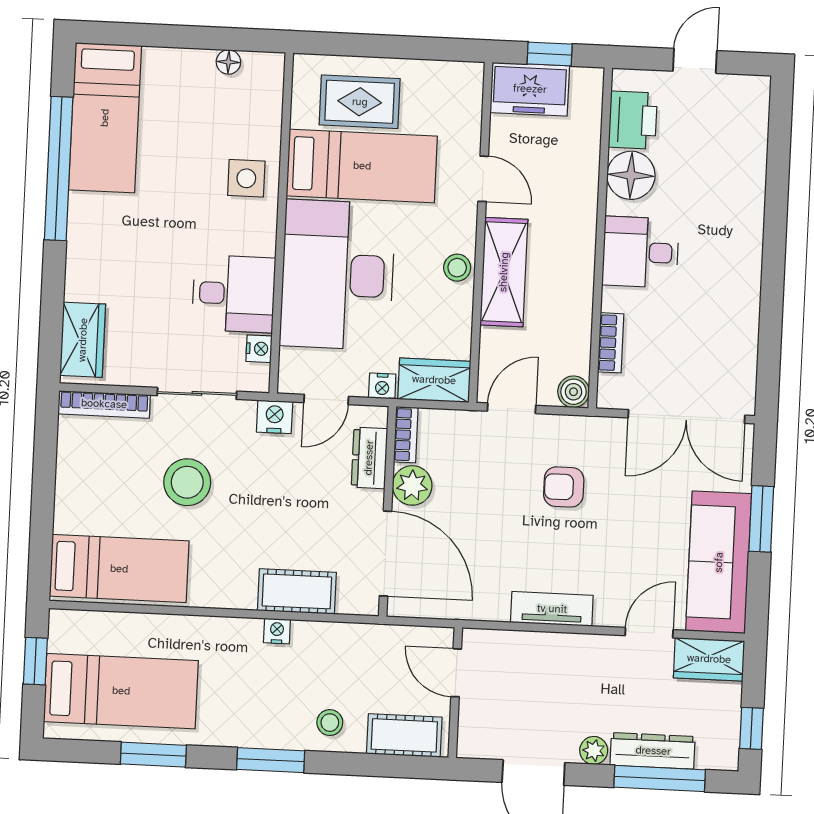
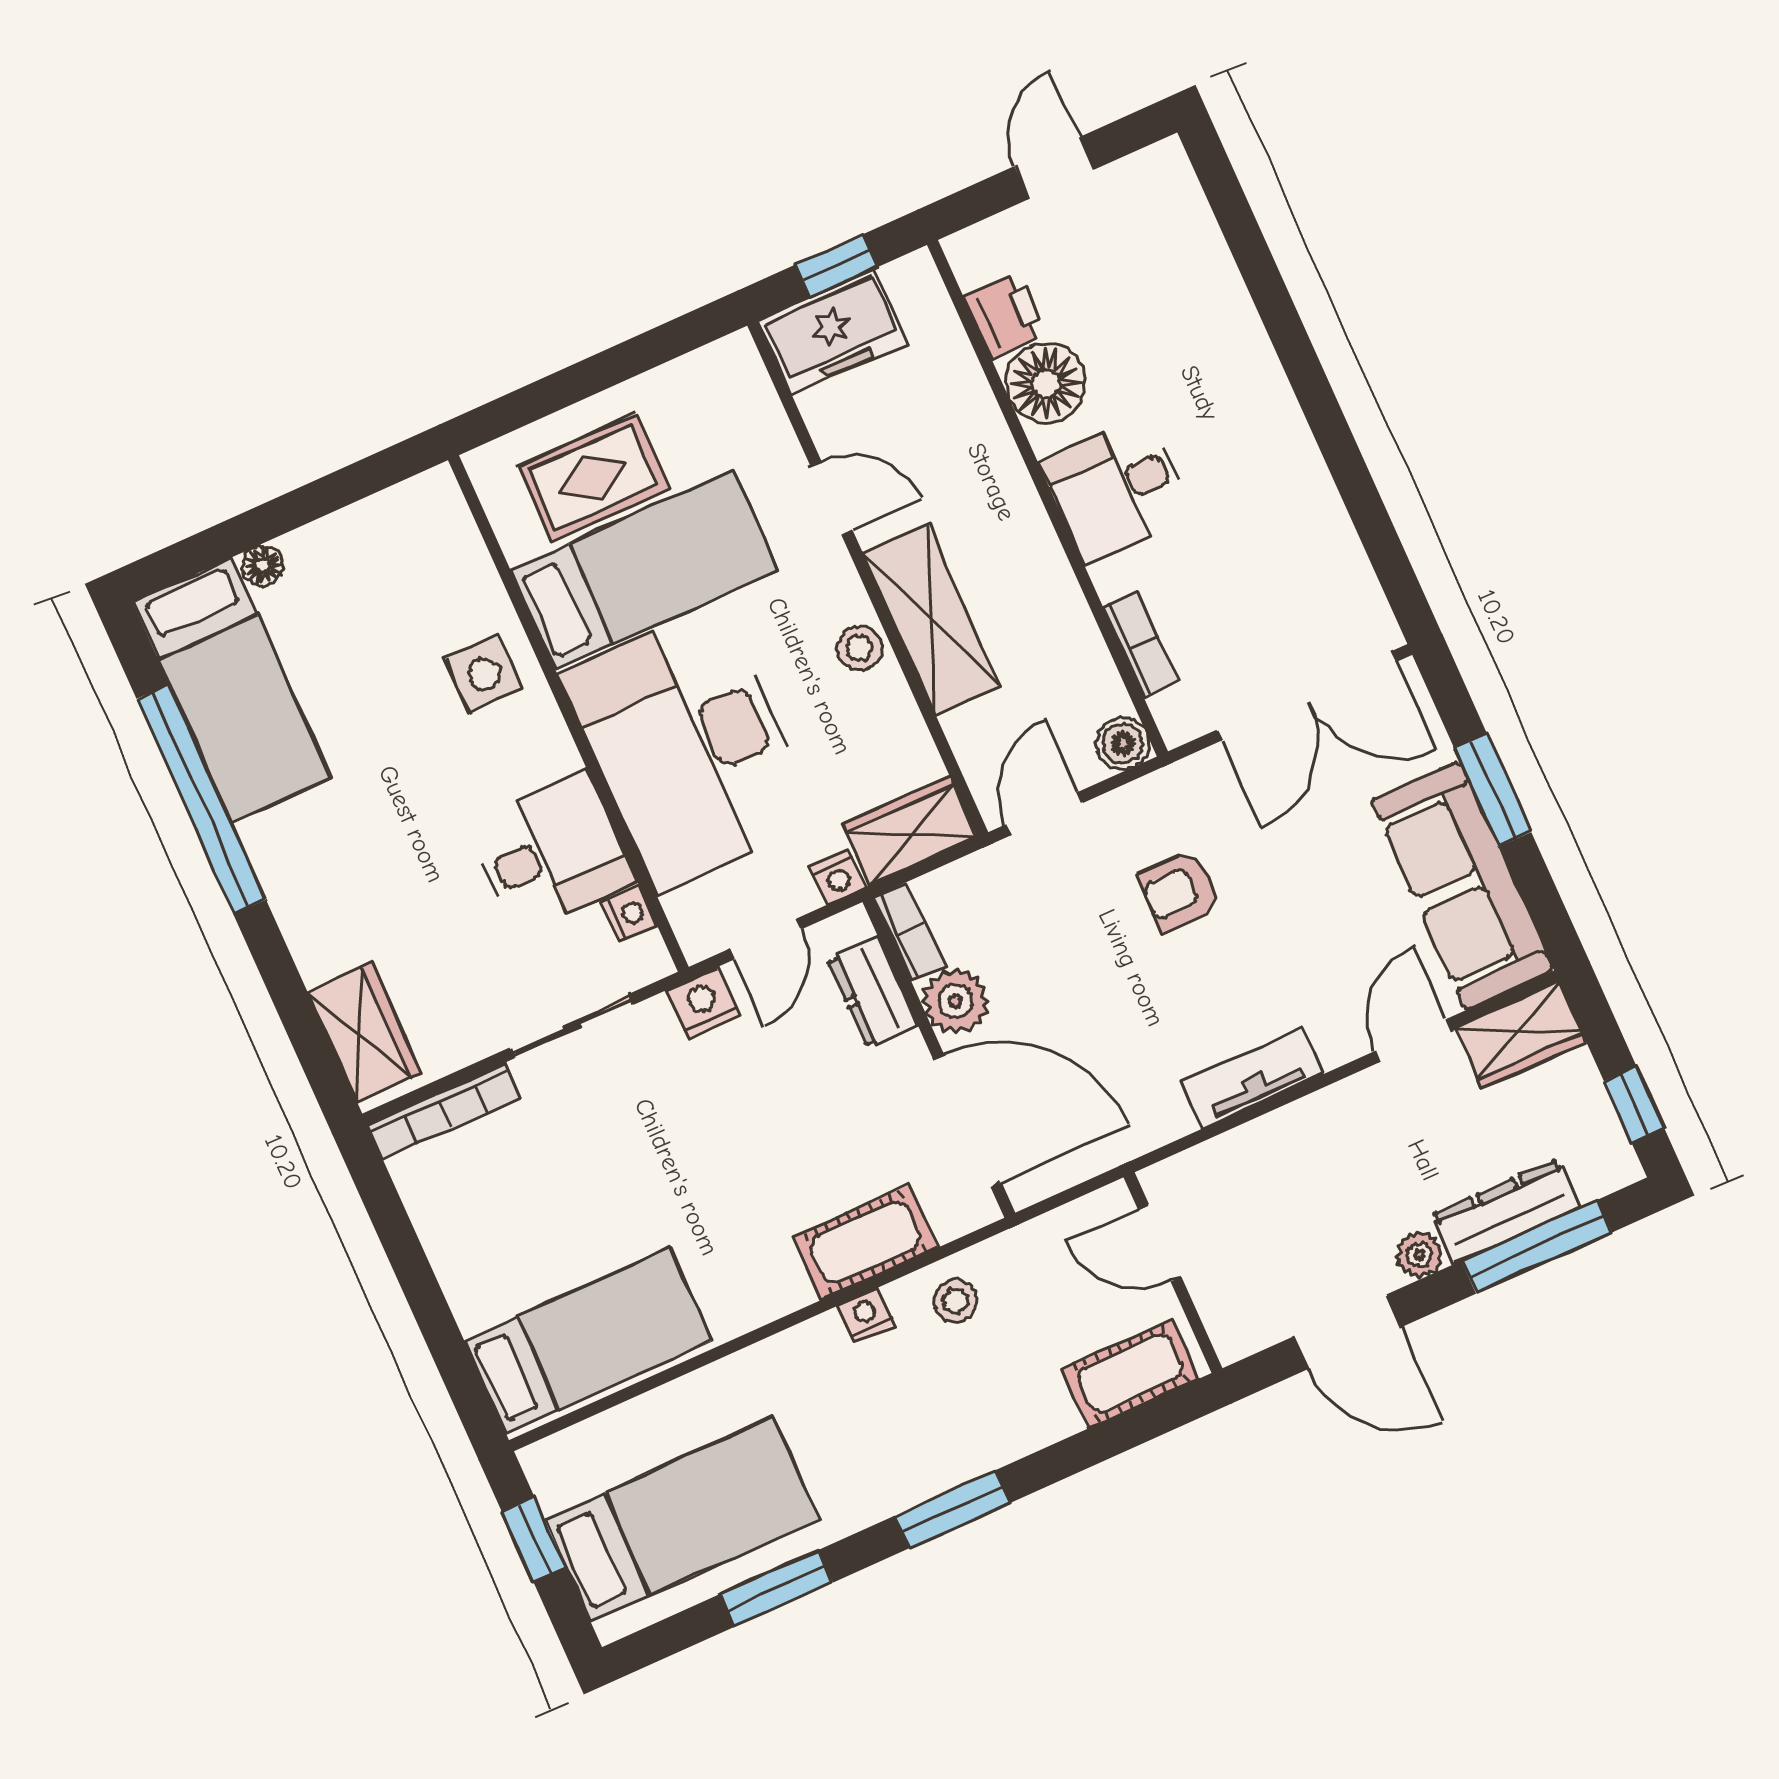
floor lamp: (228, 62) -> (263, 565), moved
printer: (633, 120) -> (1006, 315), width x0.73, depth x0.81
stool: (187, 482) -> (623, 1164), removed
stool: (330, 723) -> (956, 1301), moved

